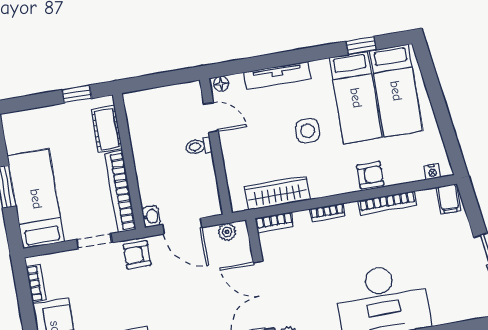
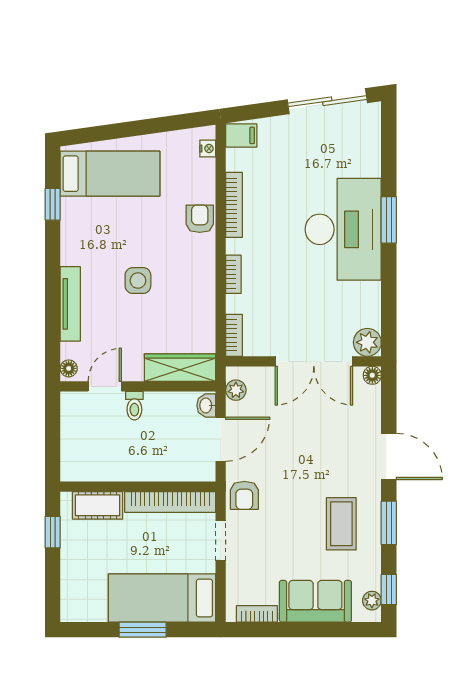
bed: (356, 98) -> (110, 220), removed
wardrobe: (277, 193) -> (180, 368), moved, turned 90
washbasin: (151, 216) -> (206, 405), moved, turned -90

